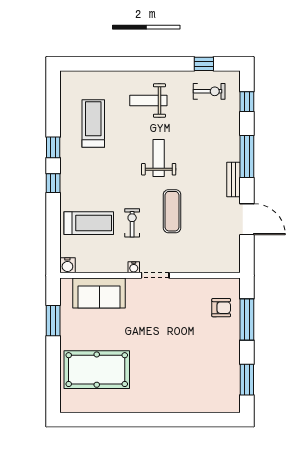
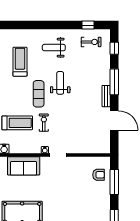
exercise mat: (172, 211) -> (39, 94), moved

